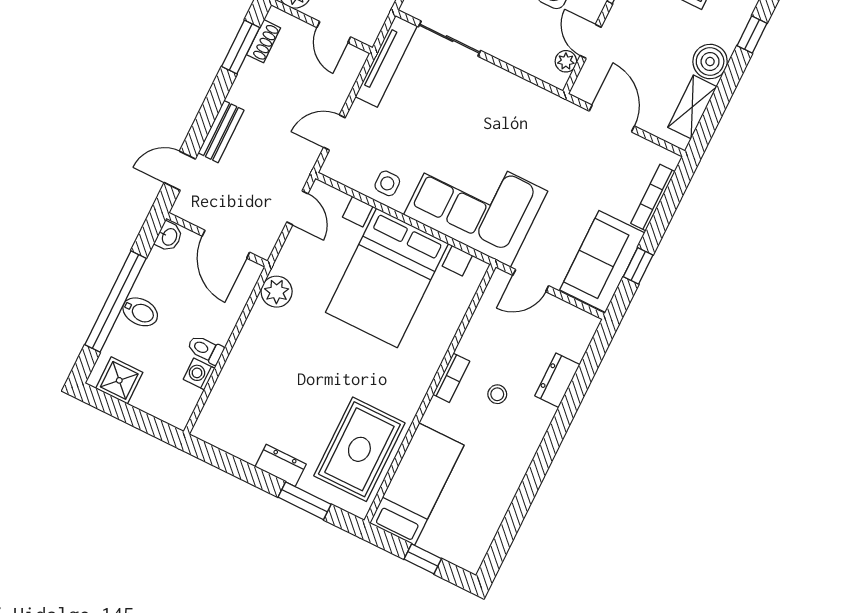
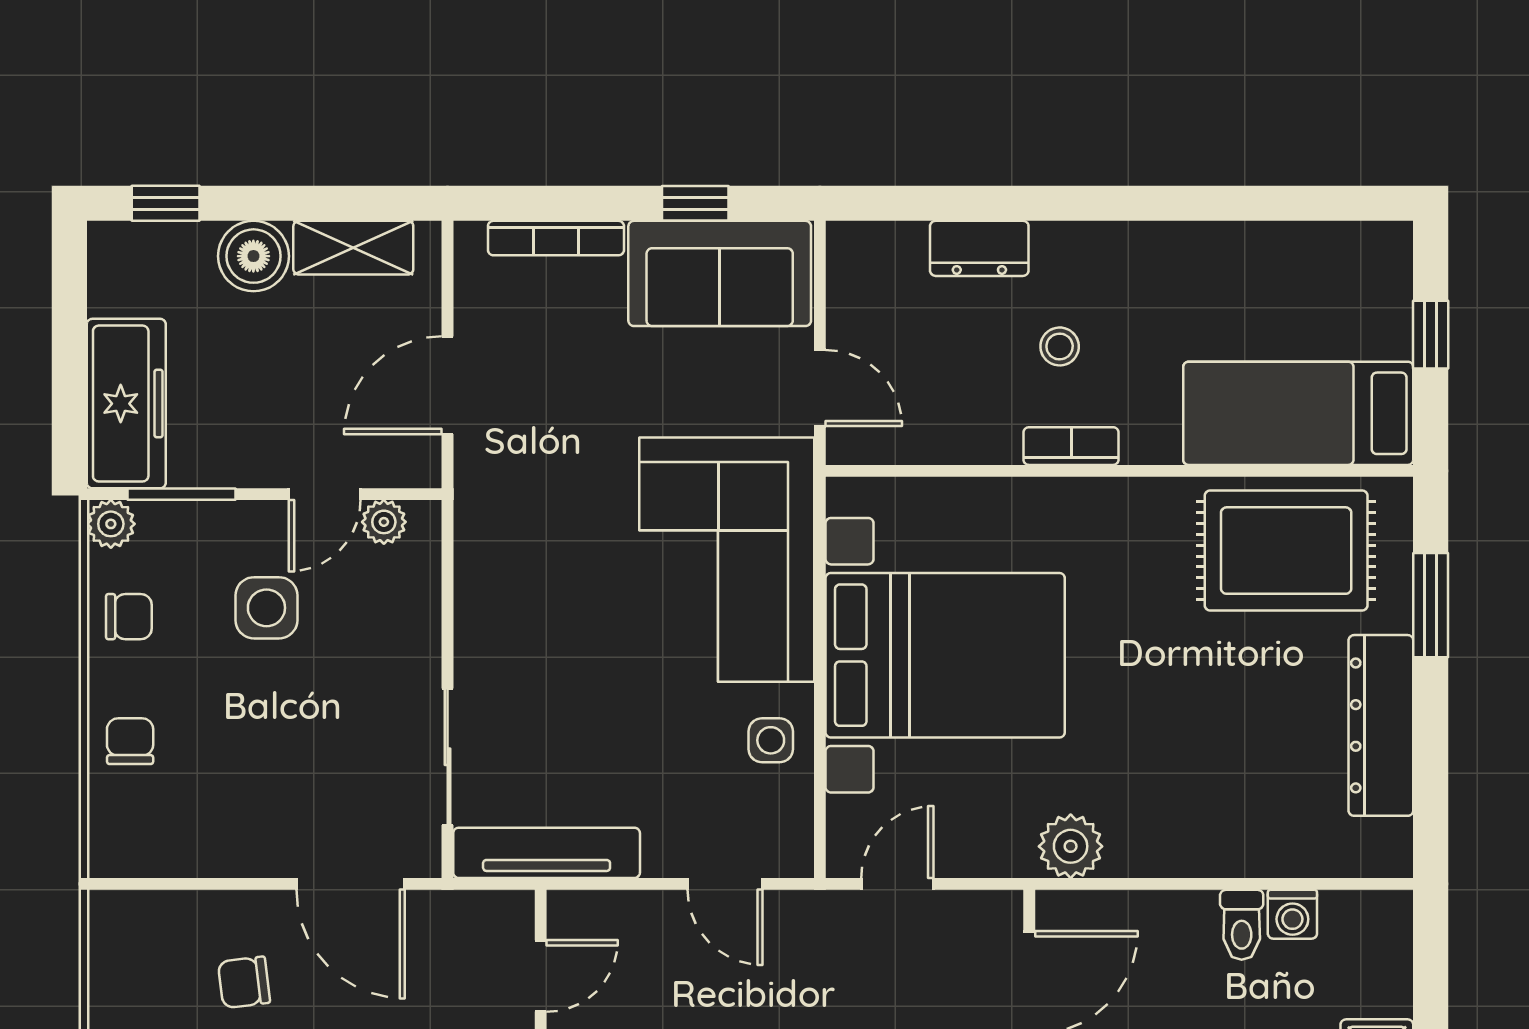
dresser: (281, 465) -> (1381, 725), width x1.96, depth x1.24

